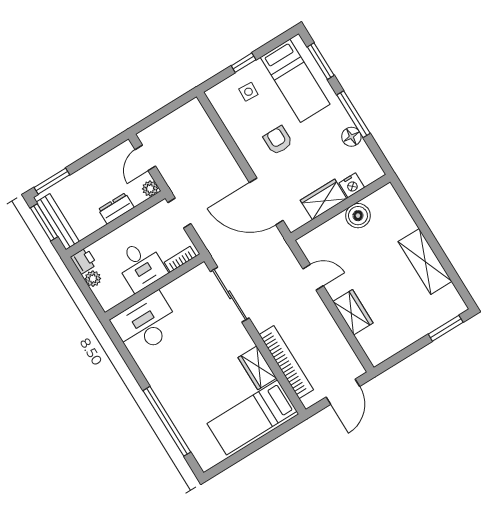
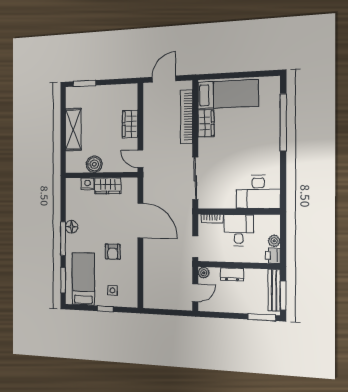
nightstand: (352, 185) -> (87, 184), moved
wardrobe: (324, 199) -> (108, 186), moved
wall: (340, 207) -> (101, 175), moved
boiler: (358, 216) -> (94, 164), moved

